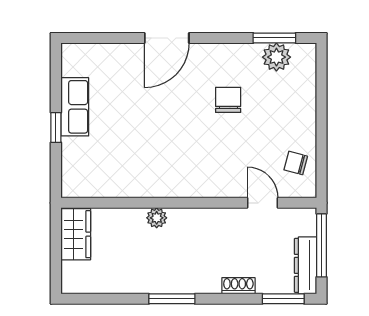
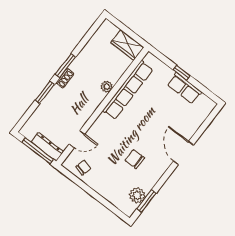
chair: (228, 100) -> (135, 159), turned 180
row of seats: (138, 184) -> (128, 90), added
dresser: (306, 265) -> (47, 147), moved
shoe rack: (238, 286) -> (65, 78), moved
window: (283, 299) -> (45, 92), moved

